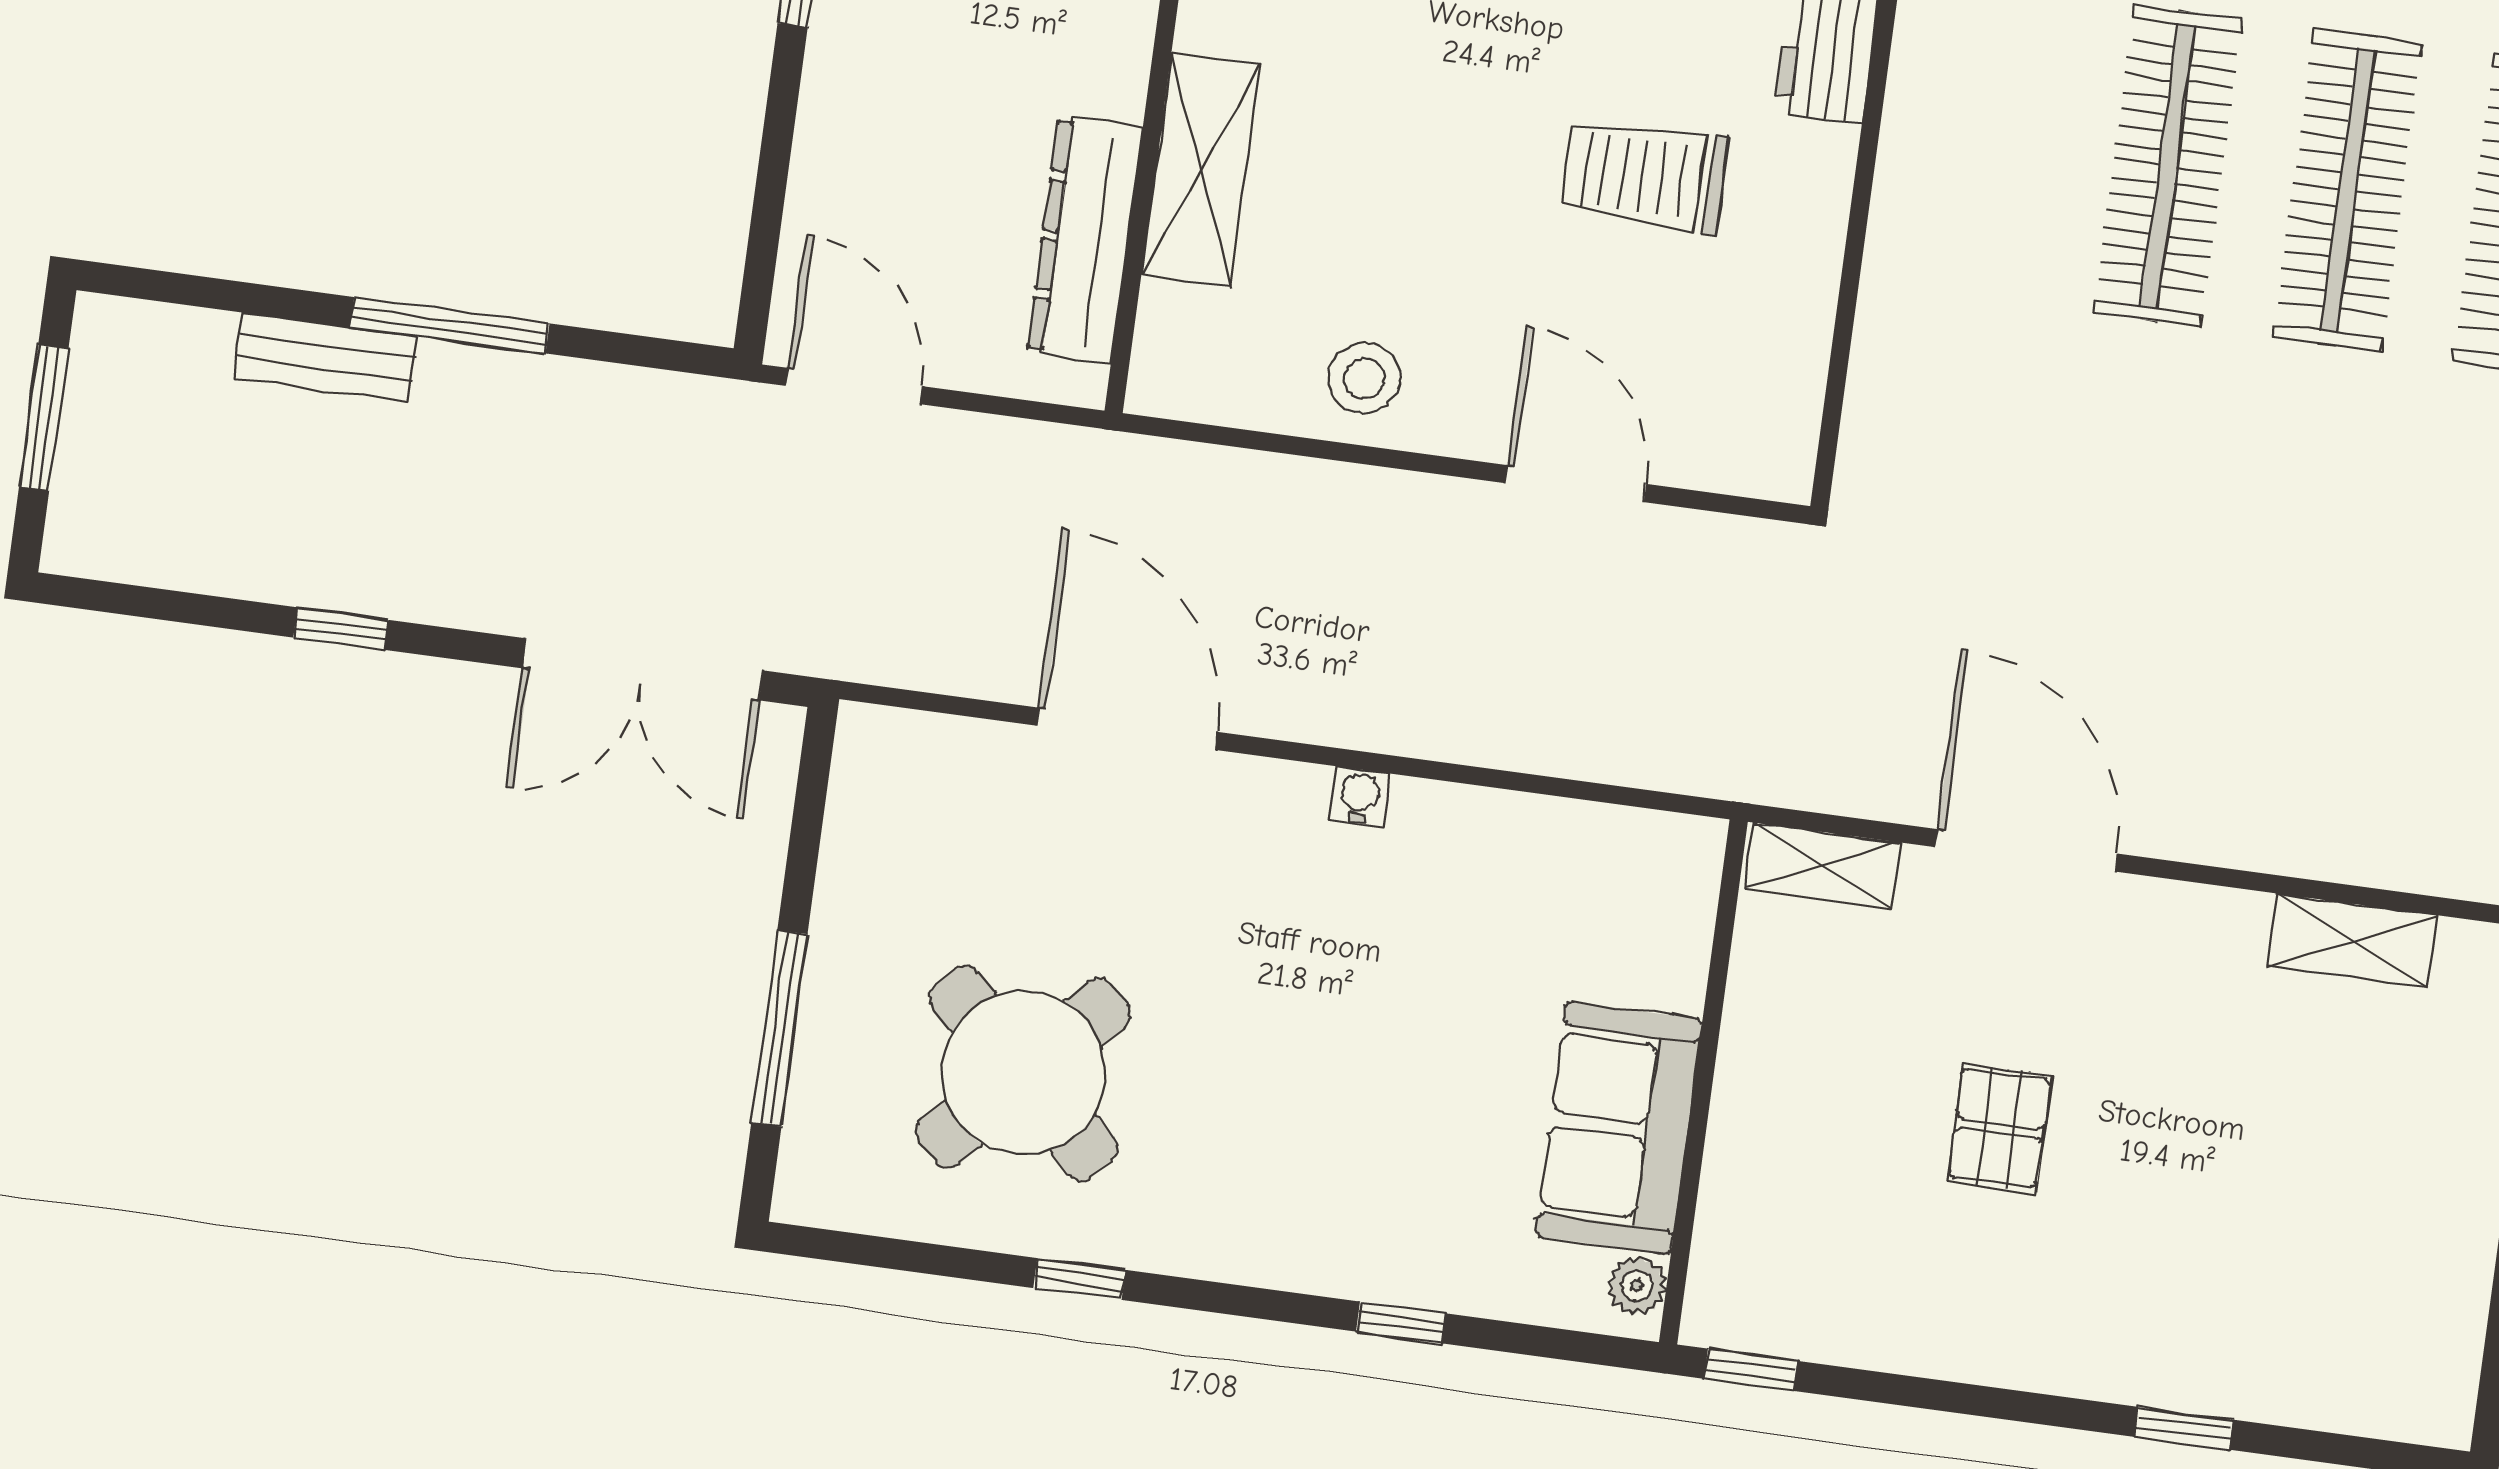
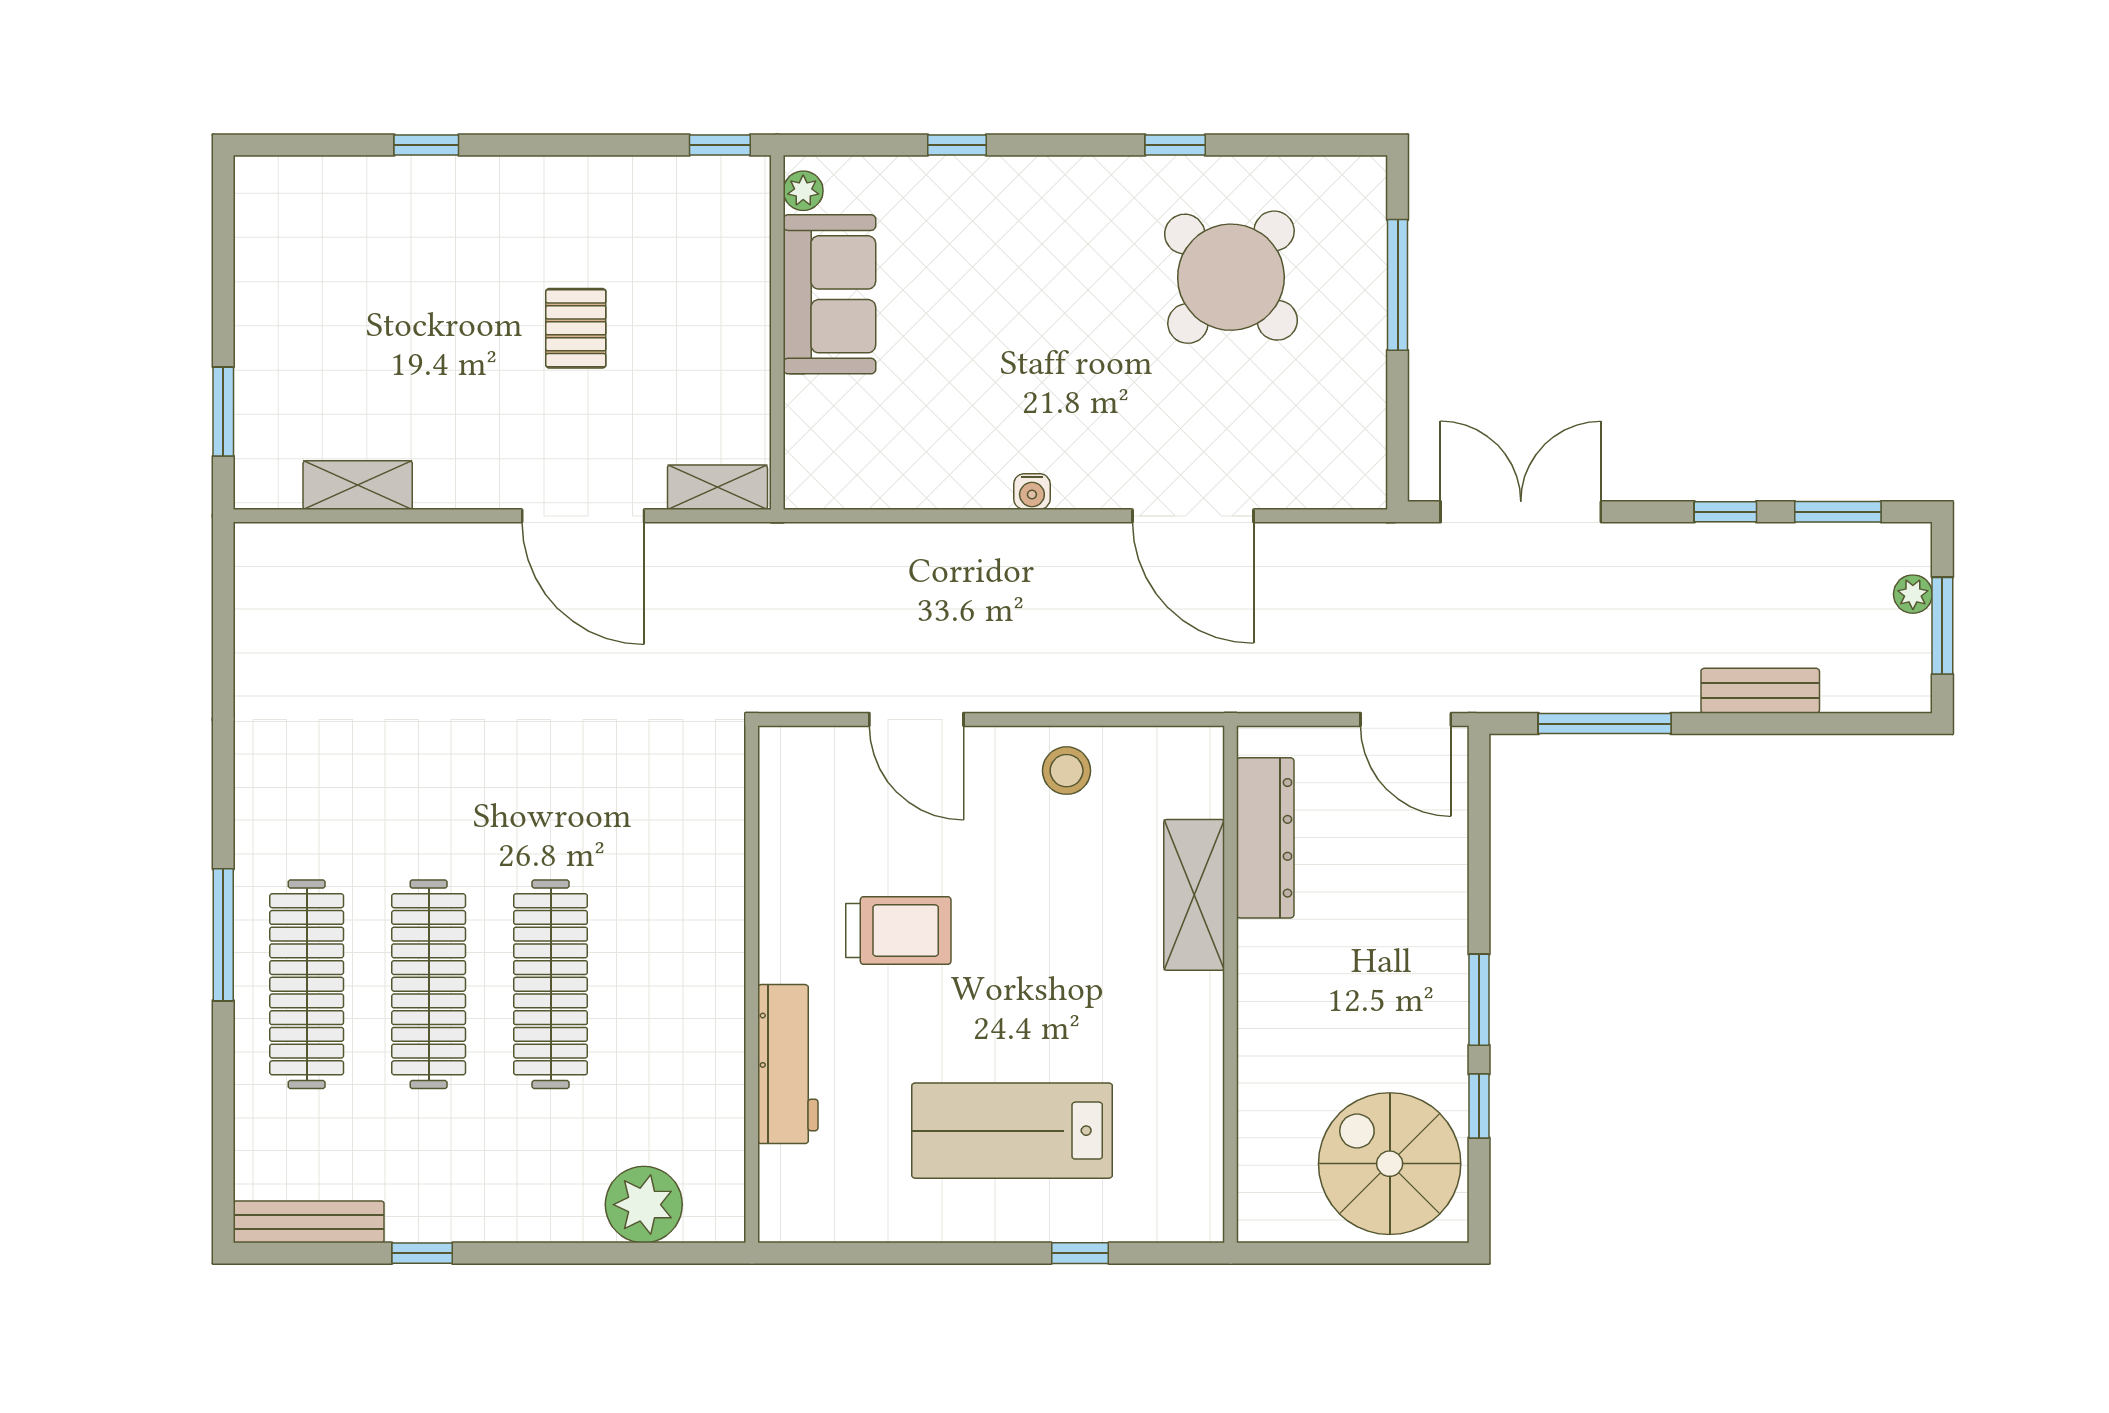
window: (450, 325) -> (1605, 724), moved
plant: (81, 470) -> (1913, 594), added
window: (175, 606) -> (1838, 512), added

